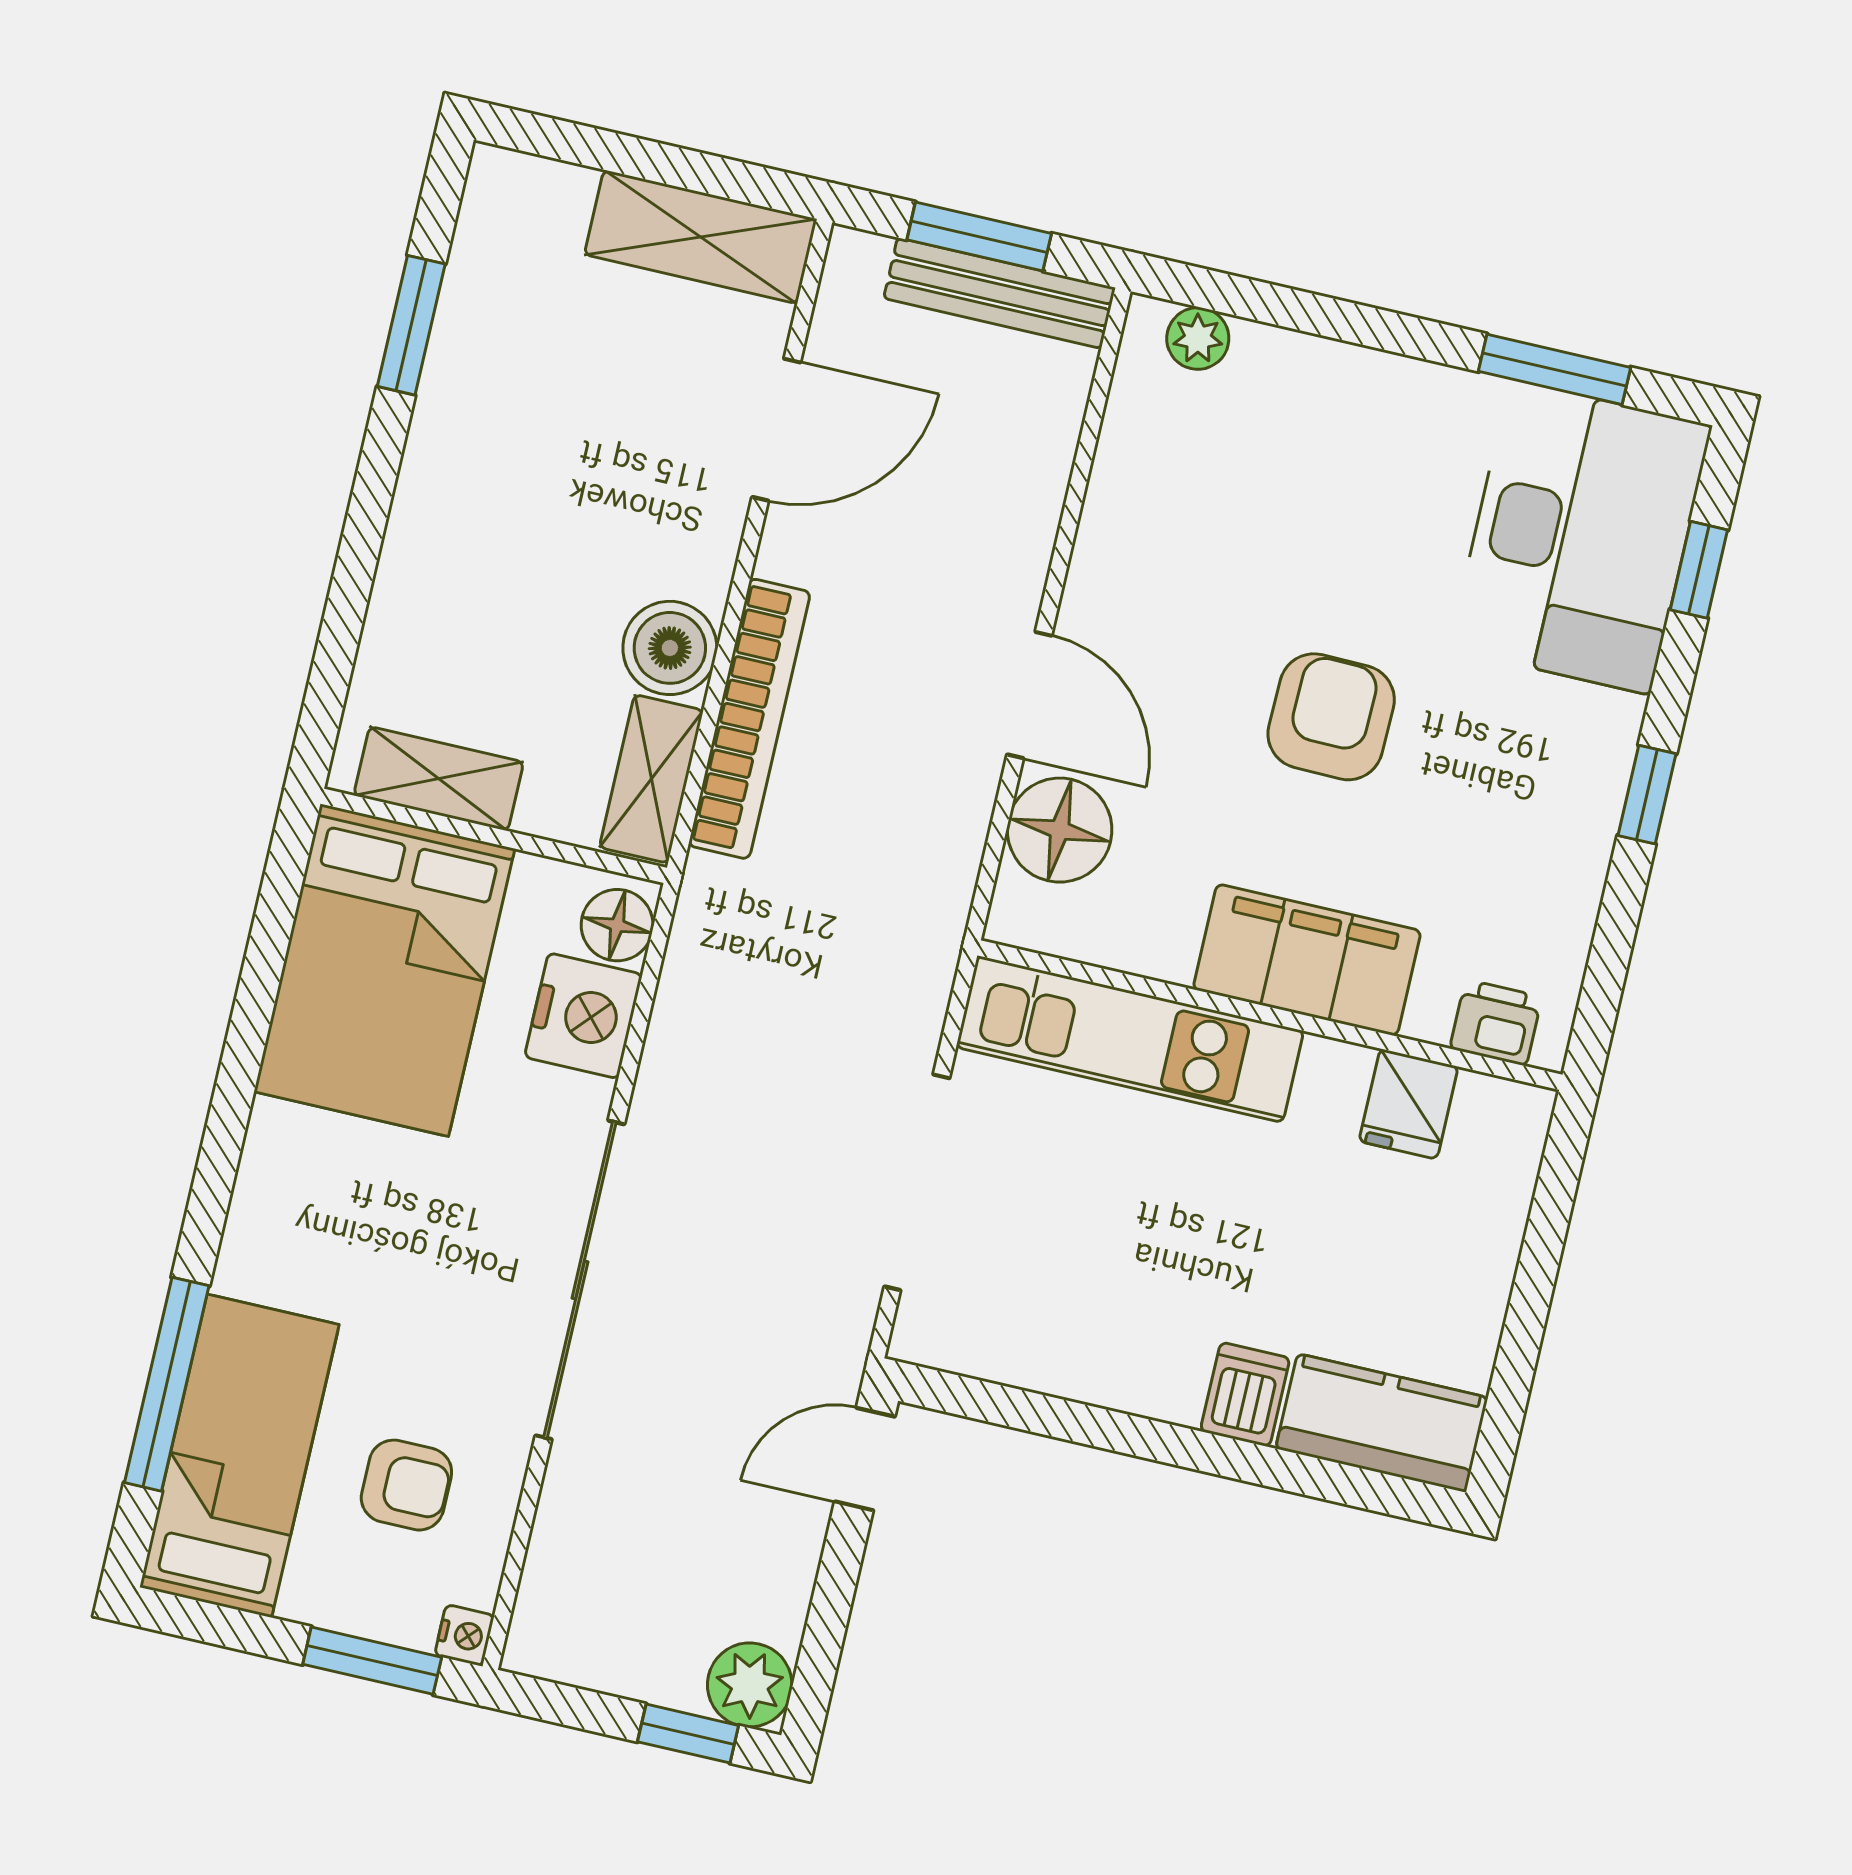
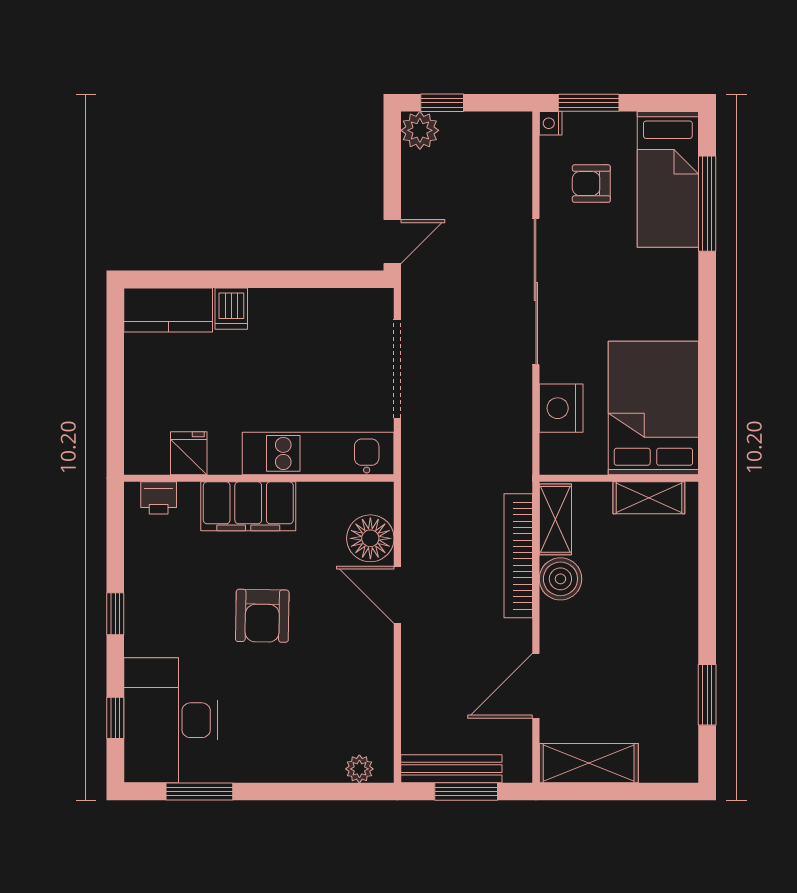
floor lamp: (617, 925) -> (555, 451), removed

